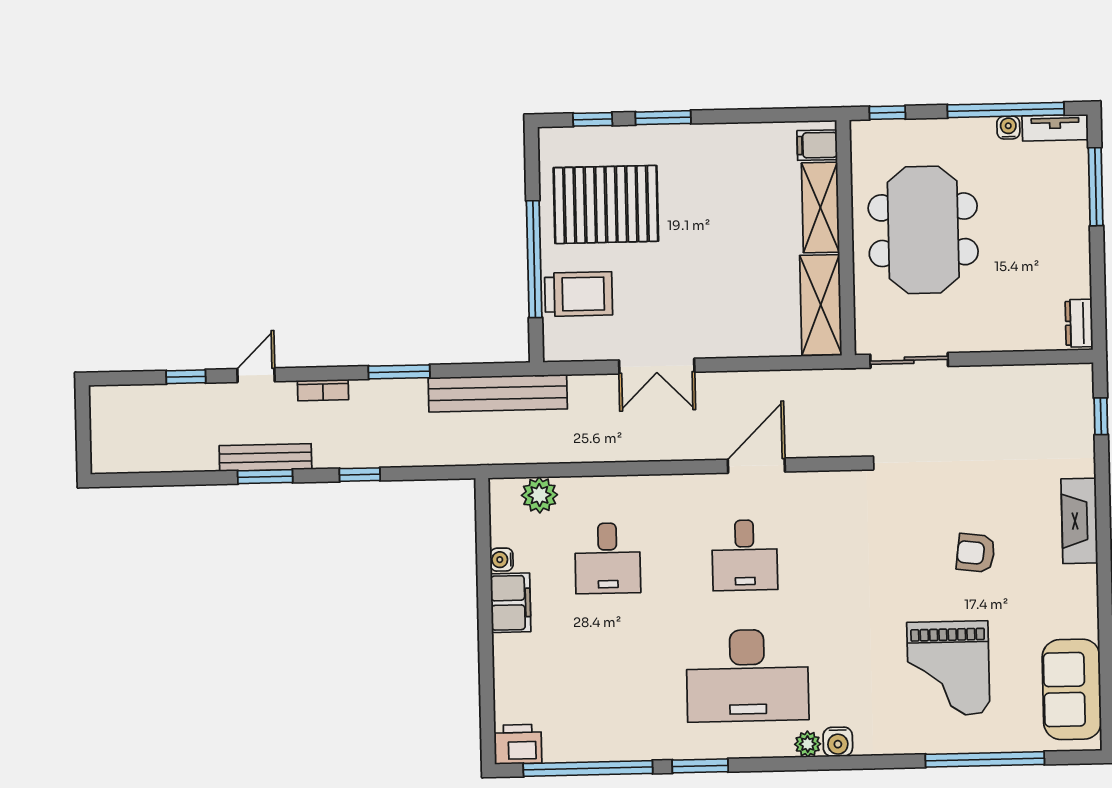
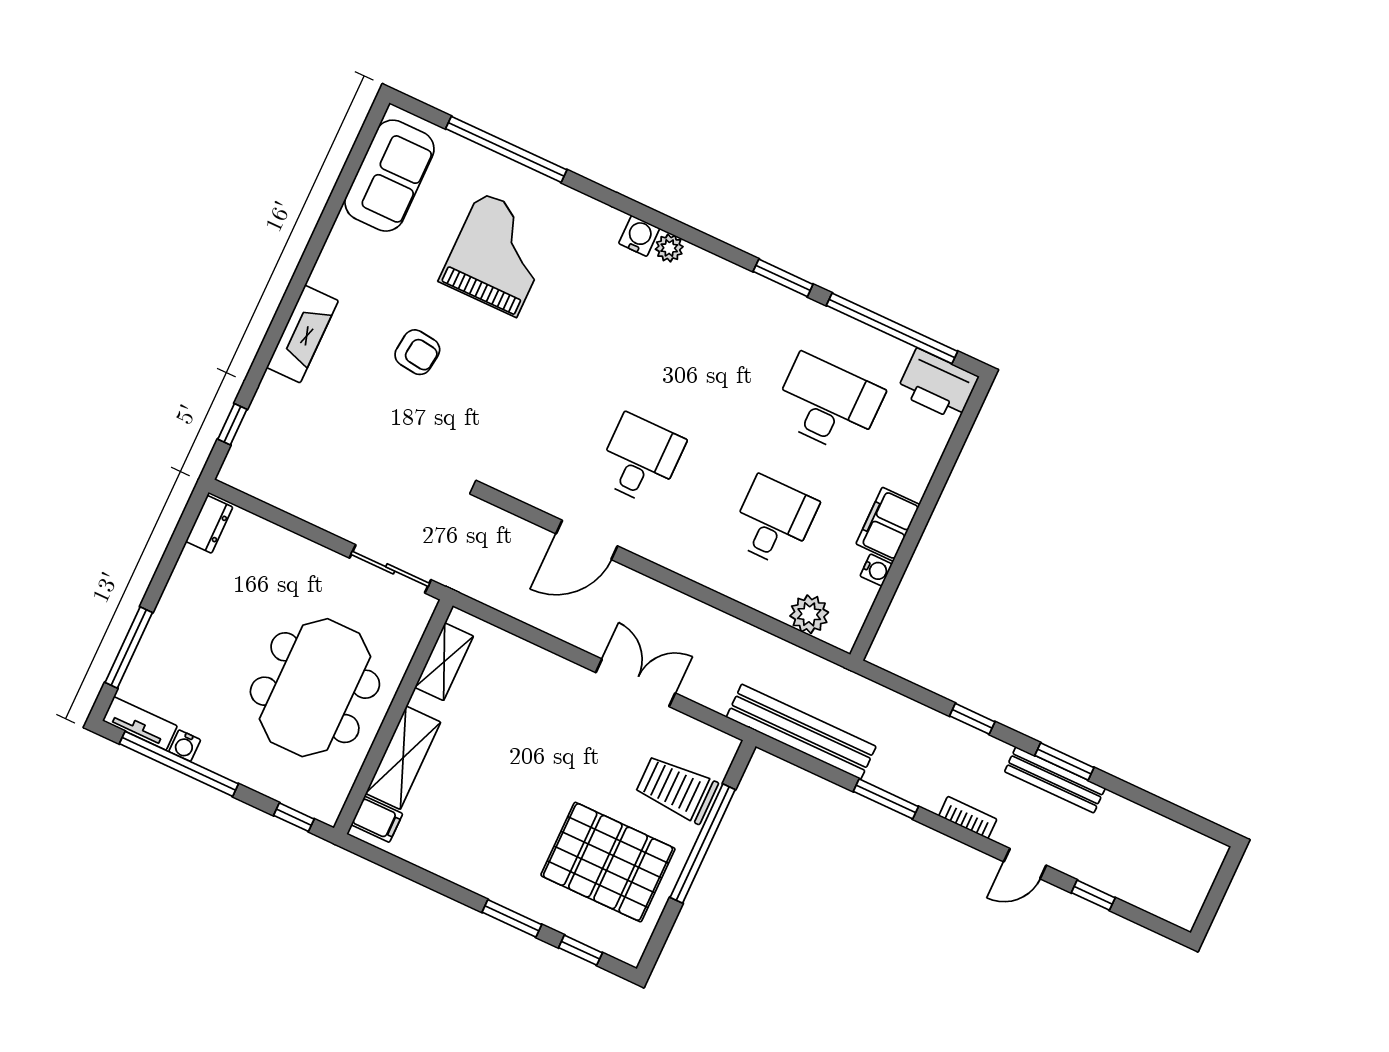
shelving: (821, 305) -> (444, 662), width x0.67, depth x0.75
desk: (747, 676) -> (828, 404), moved, width x0.73, depth x0.77
printer: (518, 744) -> (938, 385), width x1.37, depth x1.19

